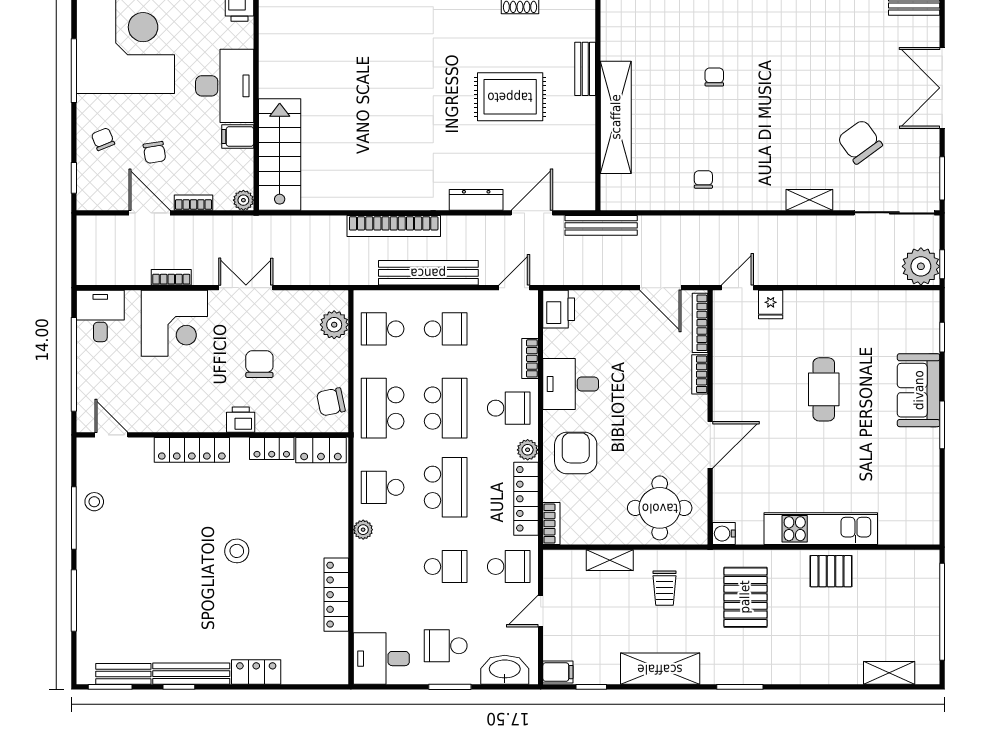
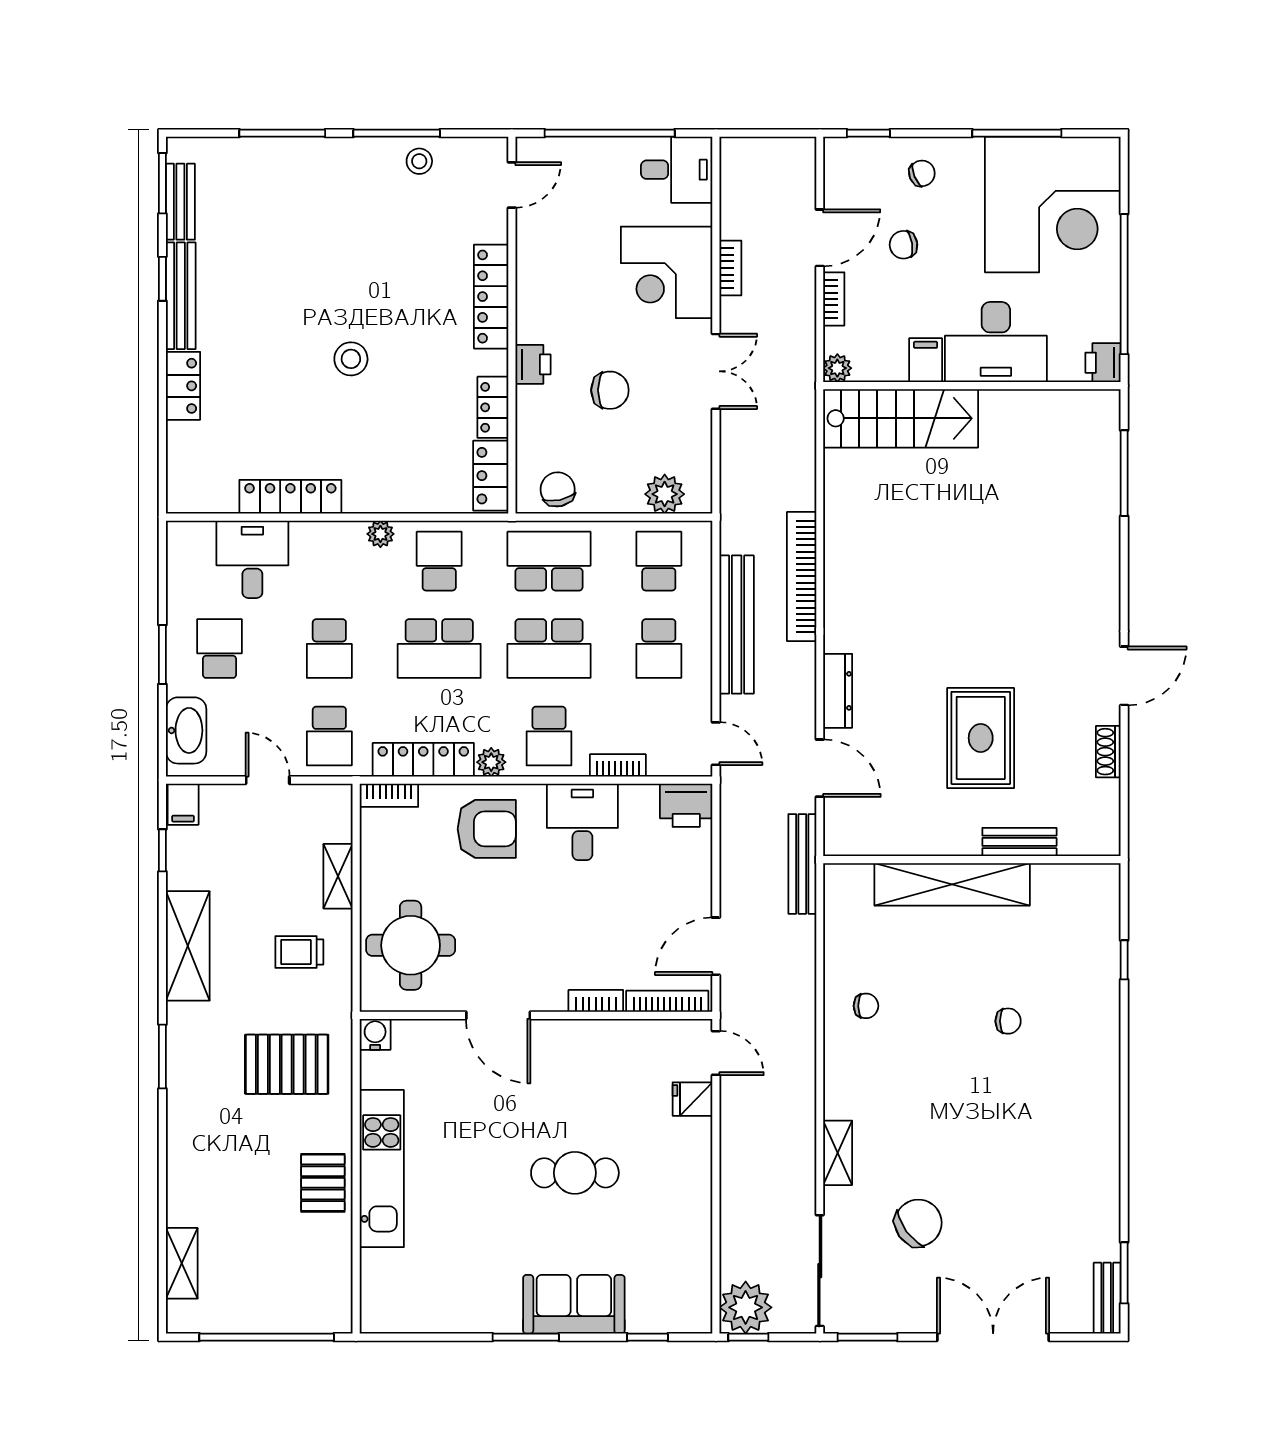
desk: (381, 659) -> (252, 559), moved

